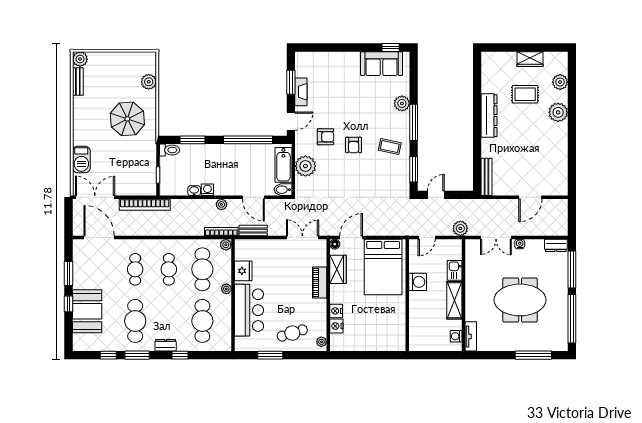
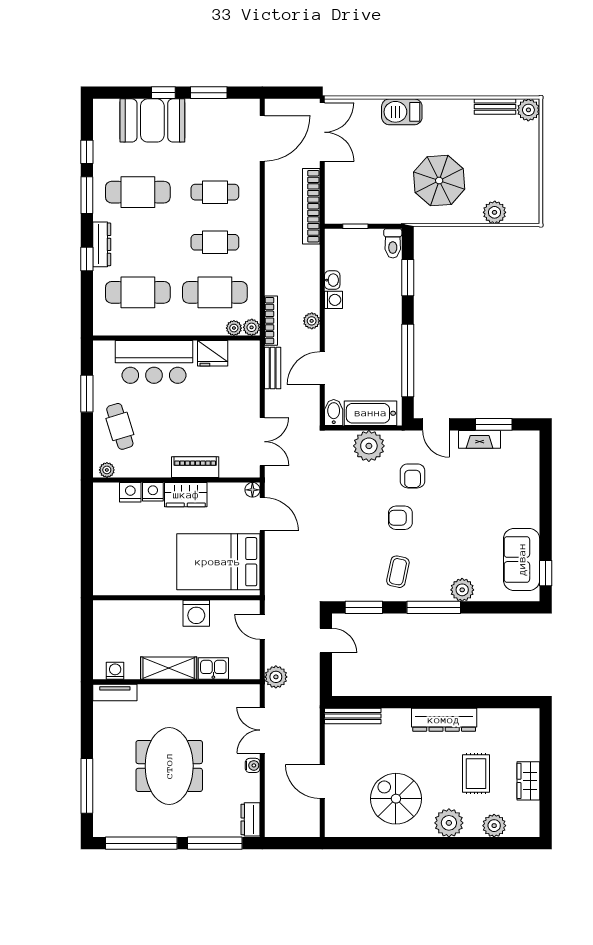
spiral stairs: (542, 148) -> (396, 799), added
barbecue: (81, 160) -> (402, 112), moved
wardrobe: (338, 269) -> (186, 495), moved
plant: (226, 289) -> (234, 328), moved
dresser: (166, 345) -> (102, 244), width x1.44

